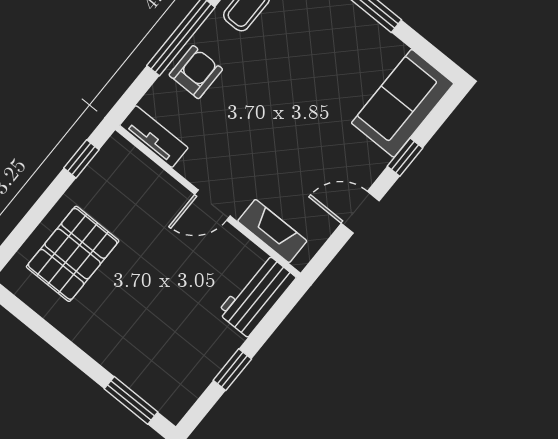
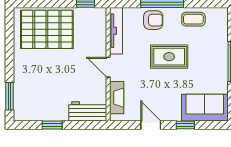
rug: (275, 94) -> (169, 57), added
tv unit: (154, 136) -> (116, 31), width x1.41
pallet: (73, 254) -> (47, 29), width x1.37, depth x1.41

